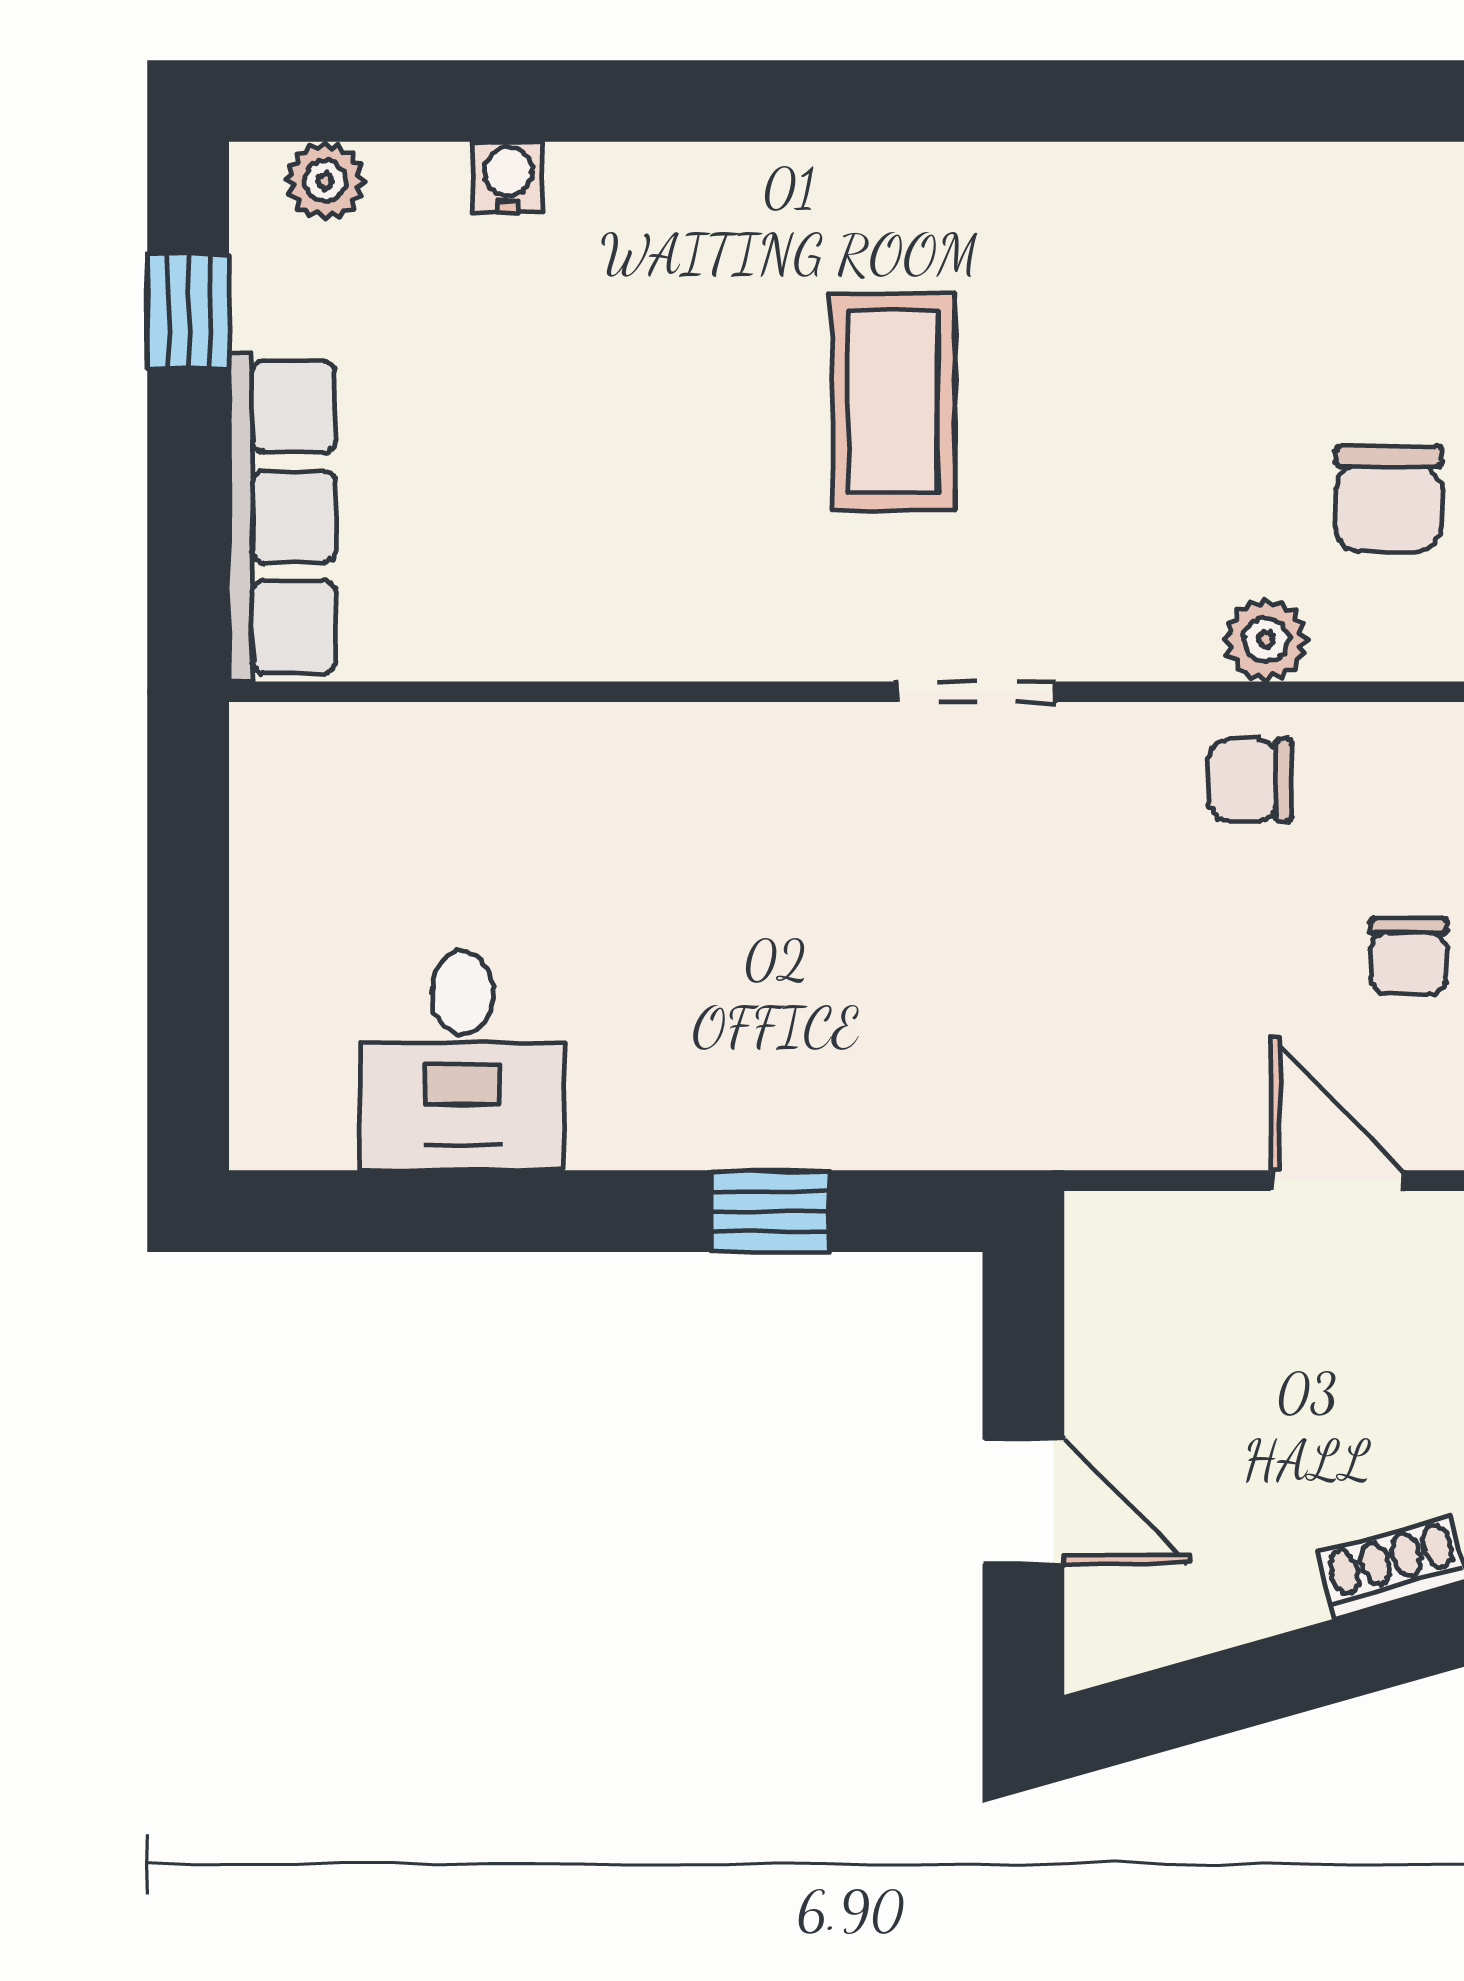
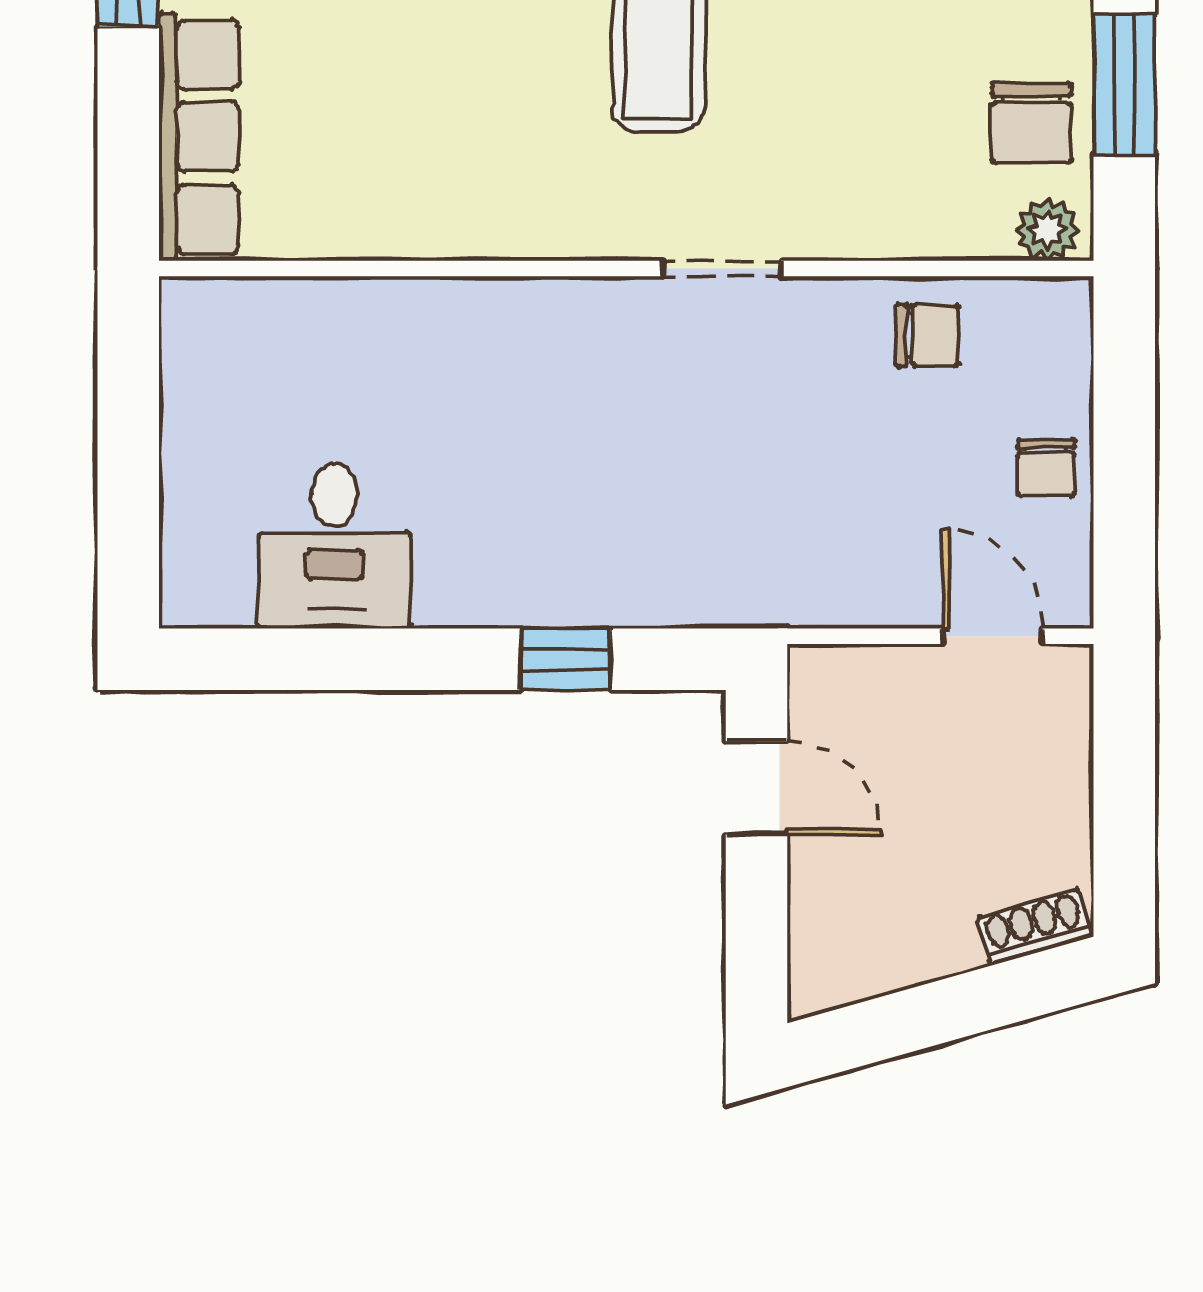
plant: (1266, 640) -> (1047, 229), moved
chair: (1251, 780) -> (928, 335), turned 180
door: (1023, 1502) -> (757, 788), moved

